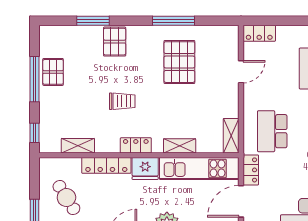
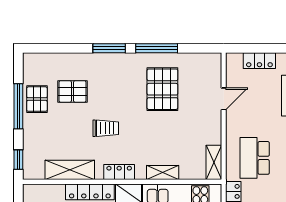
window: (93, 21) -> (109, 48), moved
locker: (259, 33) -> (259, 61), moved
pallet: (115, 42) -> (72, 91), moved, turned 90
shelving: (78, 146) -> (70, 170), width x1.50, depth x1.33

